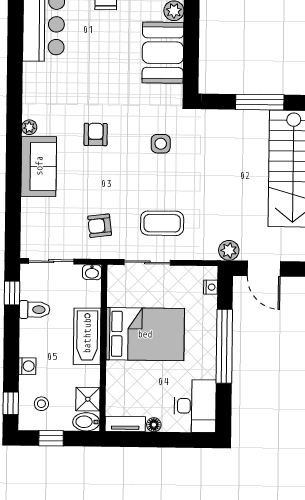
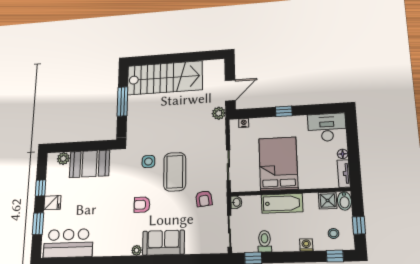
coffee table: (162, 223) -> (175, 172), moved, width x1.36, depth x1.32
window: (224, 346) -> (284, 111), width x0.32

